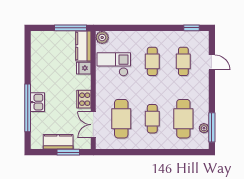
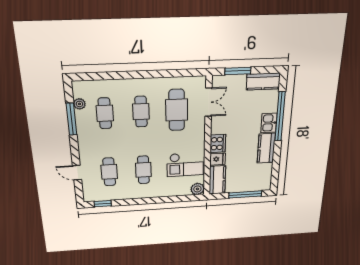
window: (71, 28) -> (245, 194), moved
kitchen counter: (38, 77) -> (266, 148), added
cooker: (84, 99) -> (218, 144), moved
cafe table: (183, 119) -> (105, 113), width x0.73, depth x0.74
window: (212, 127) -> (71, 119), moved
kitchen counter: (58, 142) -> (263, 81), moved

